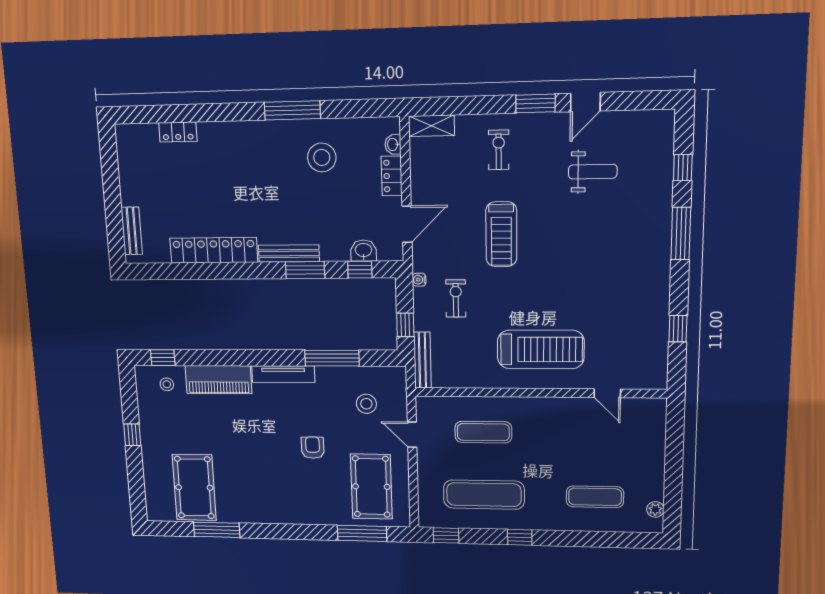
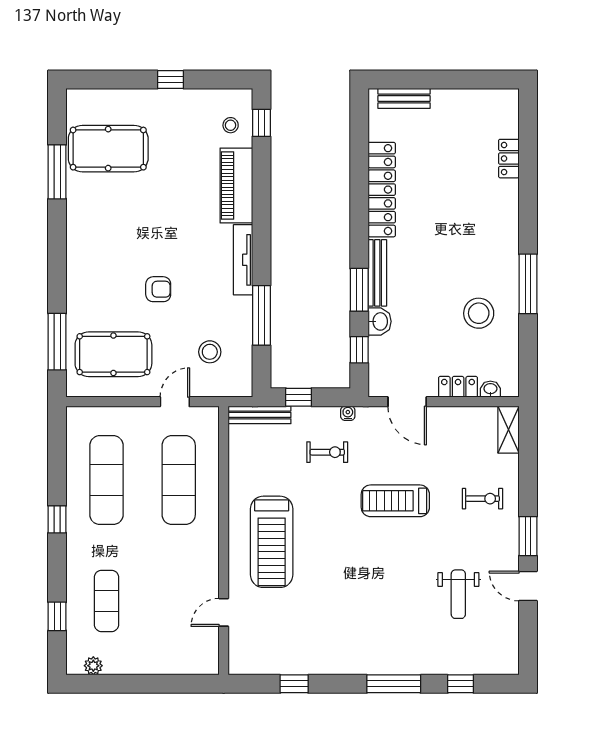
washbasin: (363, 251) -> (380, 321), moved
exercise mat: (483, 432) -> (179, 480), width x1.36, depth x1.45
window: (446, 535) -> (57, 616), moved

